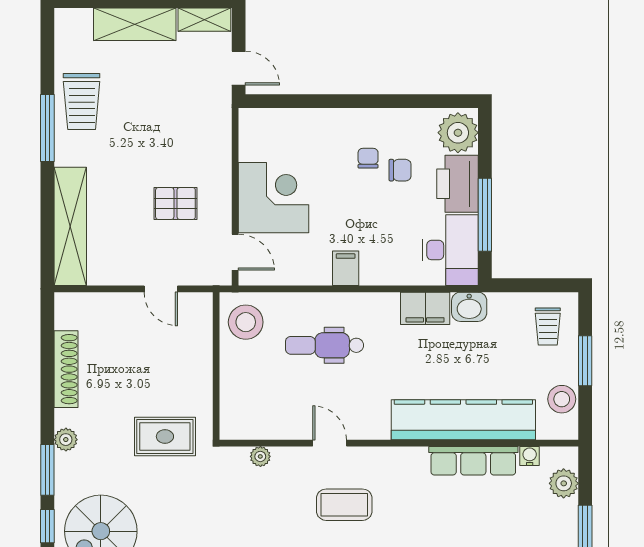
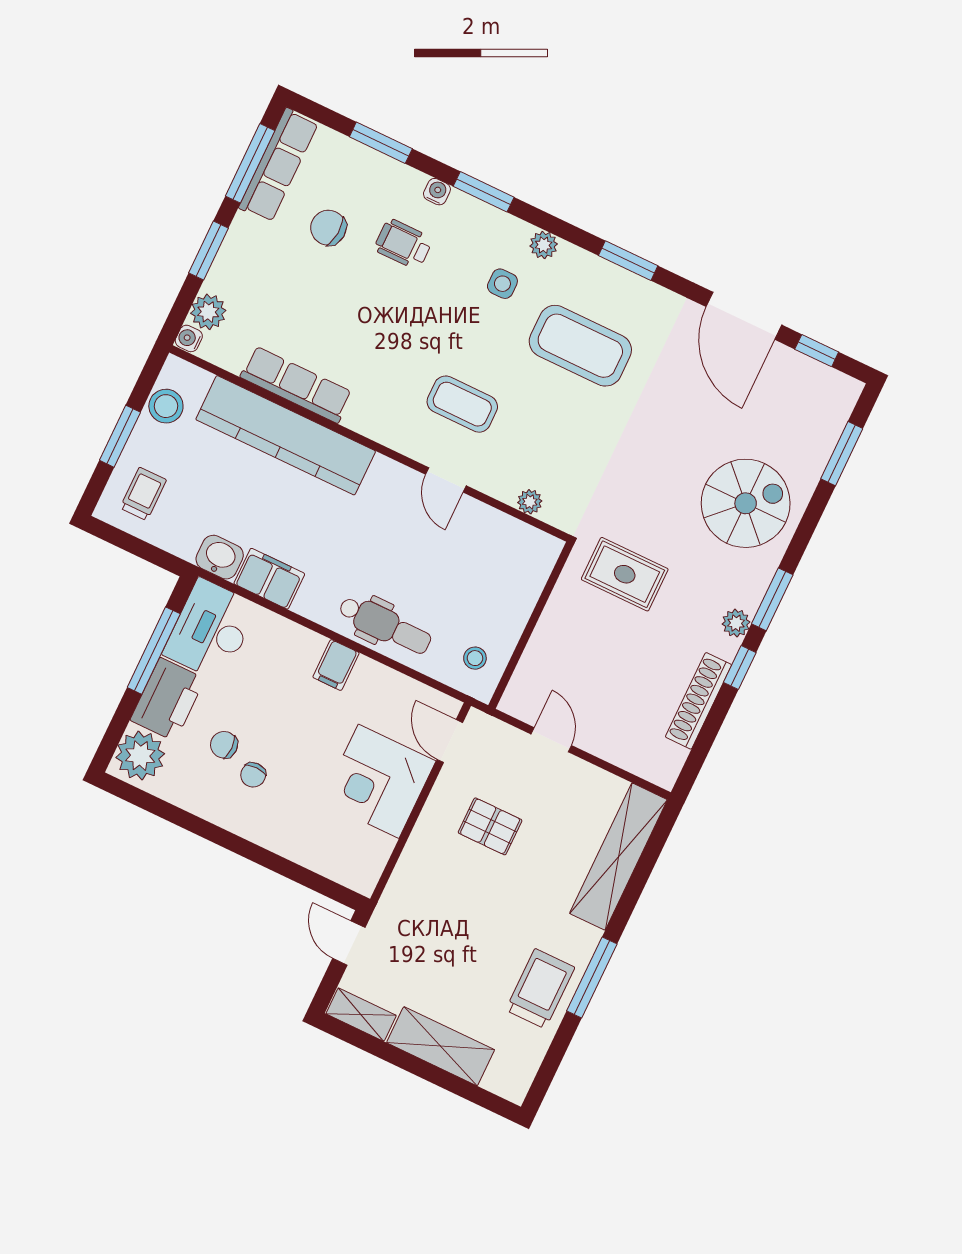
stool: (246, 322) -> (475, 658), width x0.53, depth x0.53
dental chair: (324, 345) -> (385, 625), moved
water cooler: (530, 456) -> (189, 338), moved, turned 90
window: (47, 526) -> (740, 667), moved

